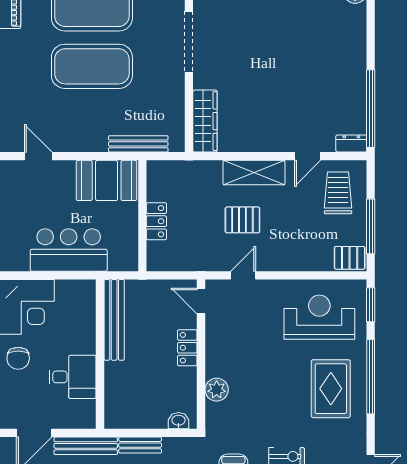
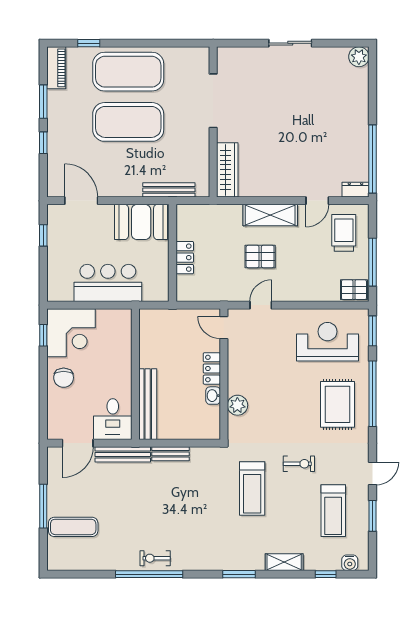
door: (38, 156) -> (81, 201), width x1.38
bench: (114, 320) -> (148, 404), moved
desk: (73, 377) -> (113, 419), moved, turned 90
washbasin: (179, 421) -> (213, 396), moved, turned -90

